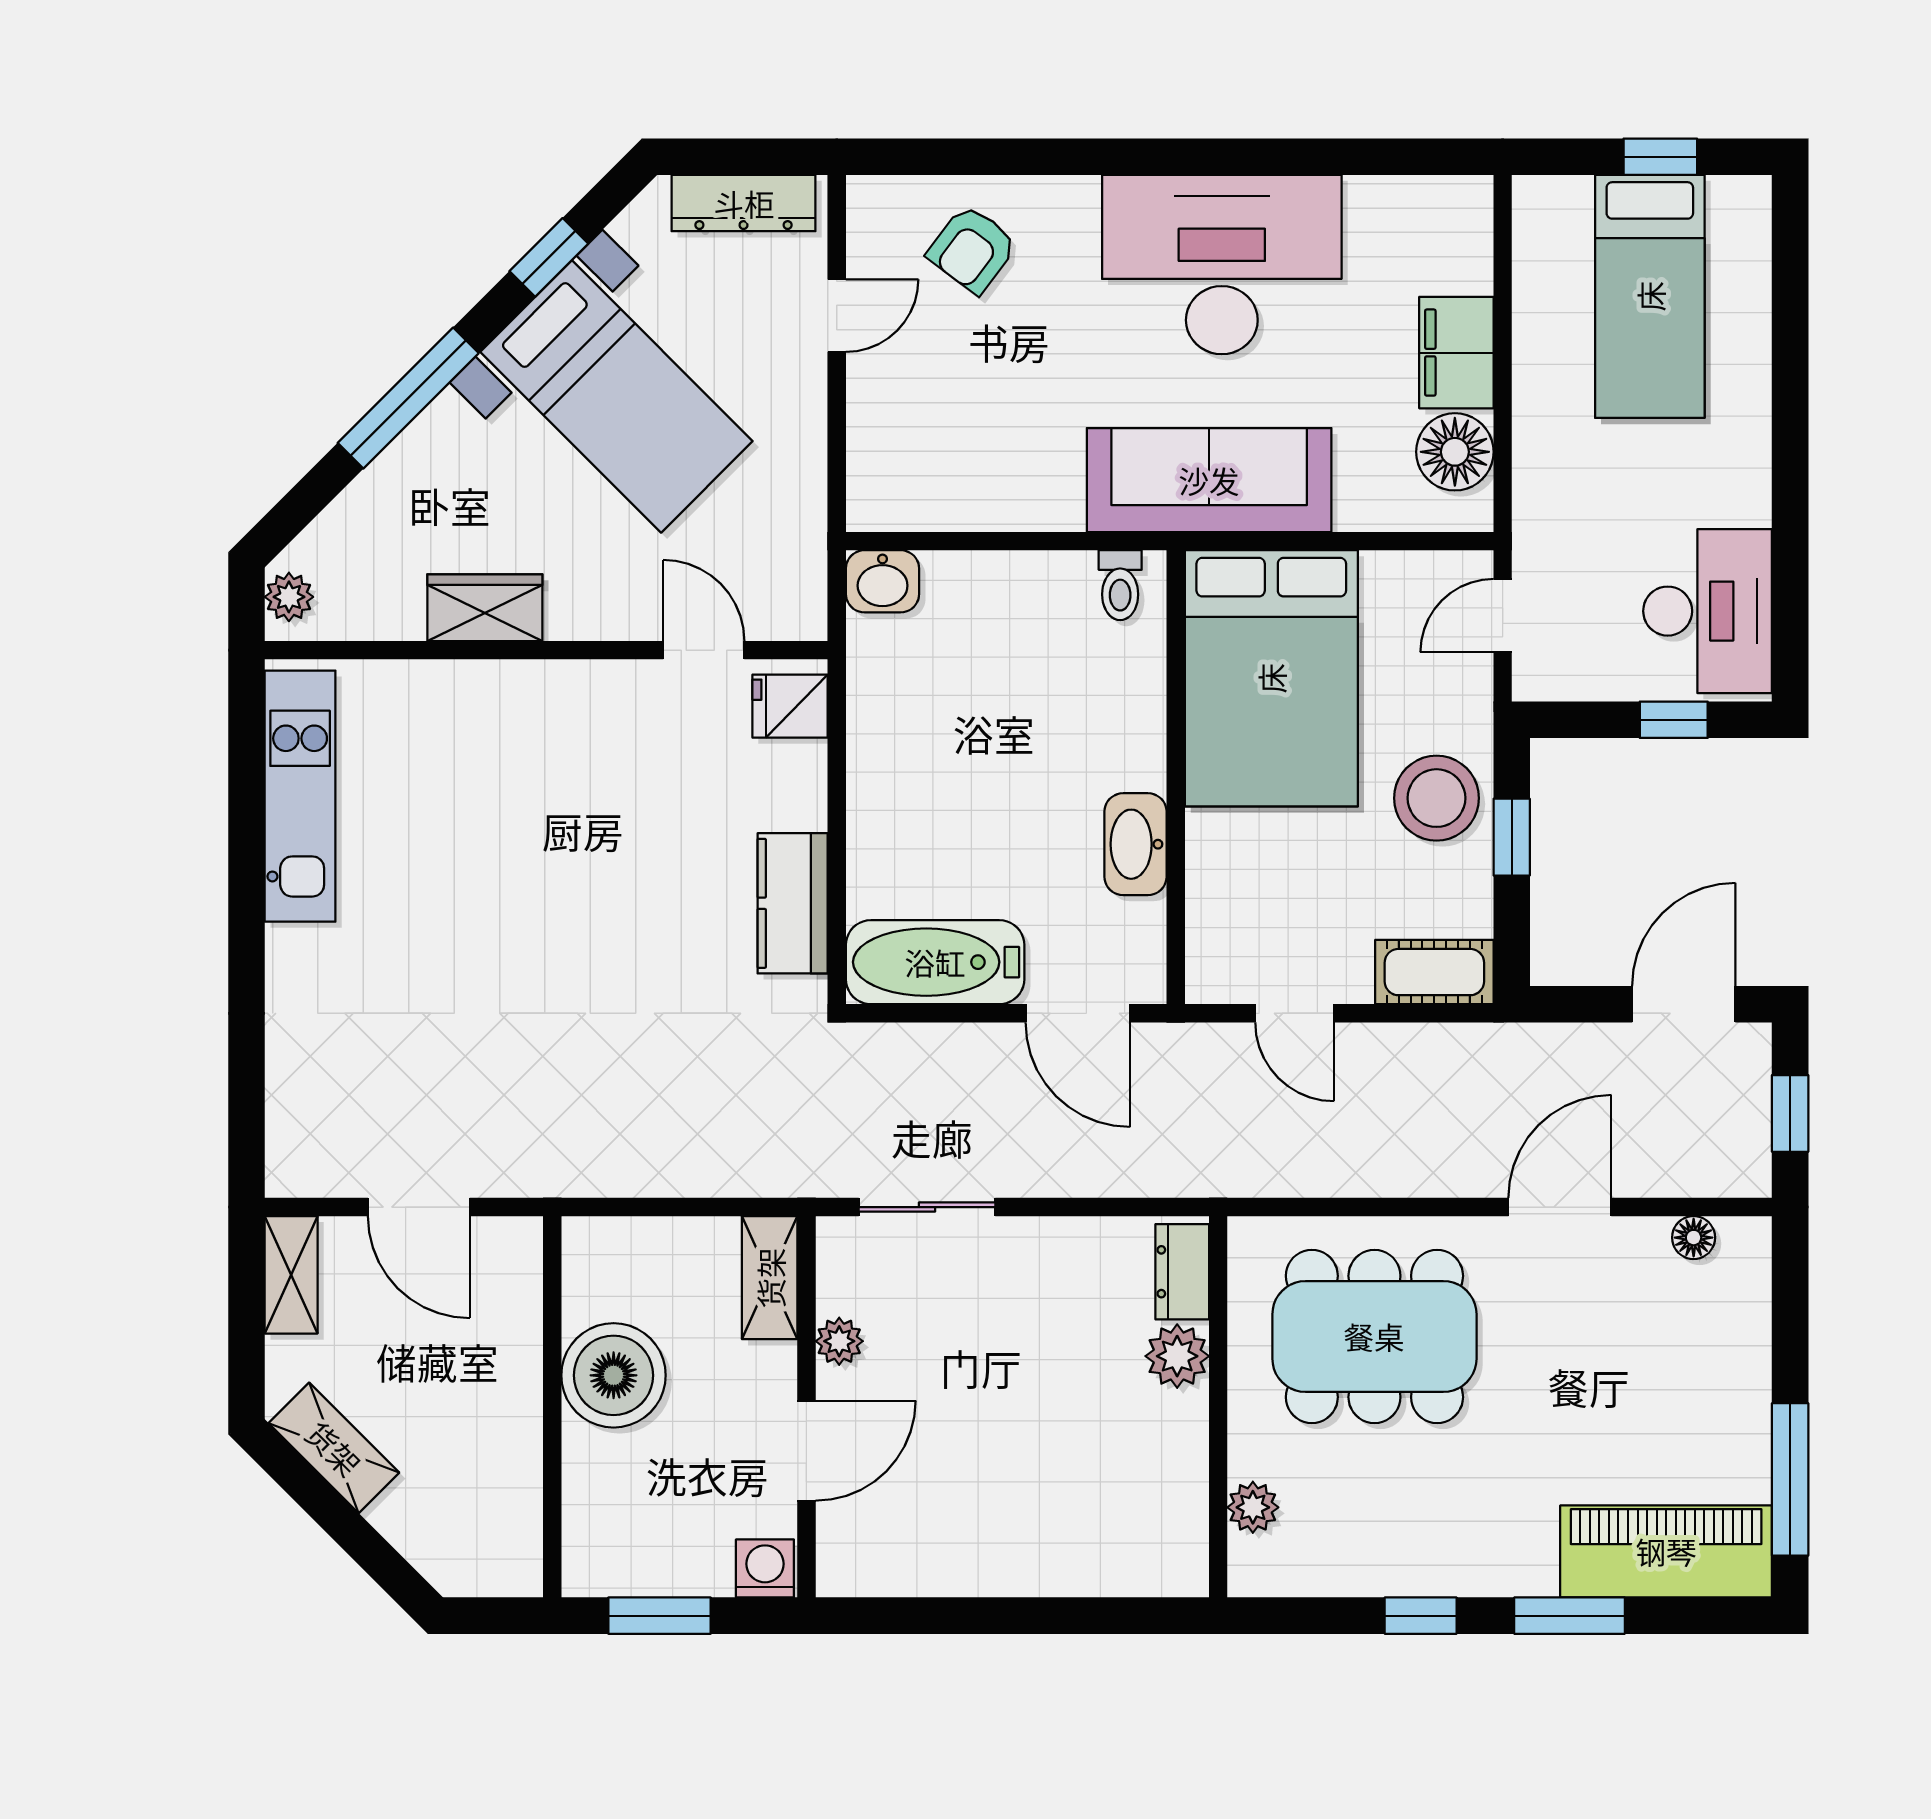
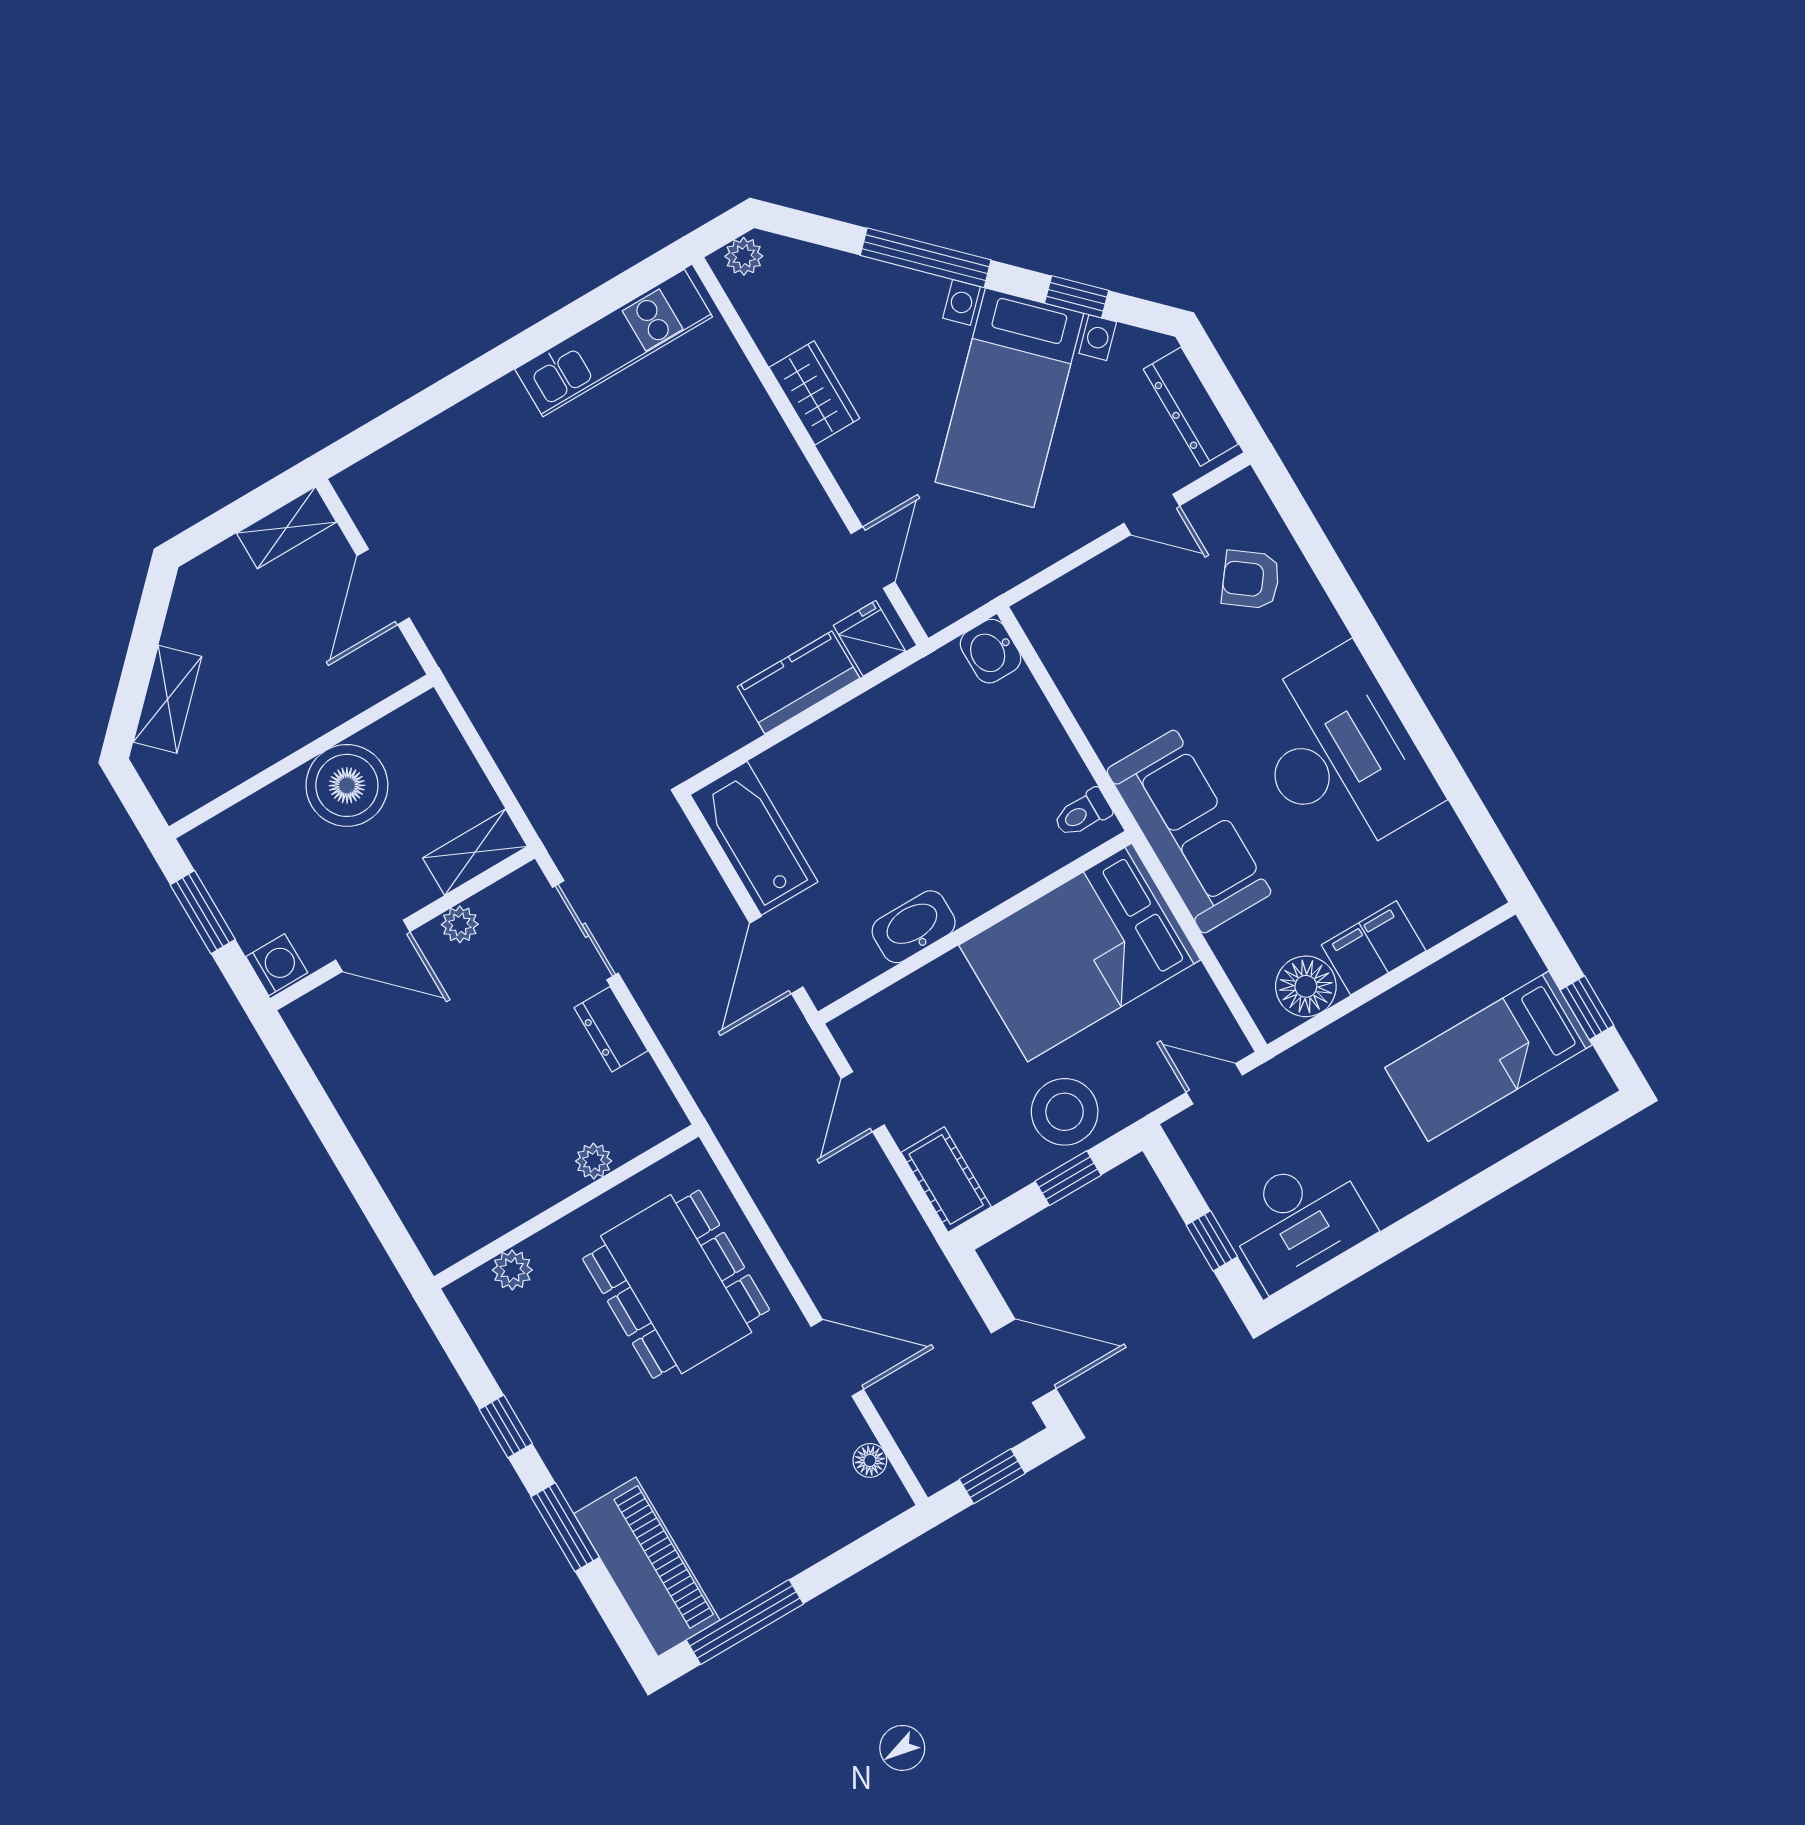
kitchen counter: (793, 903) -> (798, 682), moved
dresser: (1182, 1272) -> (611, 1029), moved, turned -90
plant: (1177, 1356) -> (594, 1161), width x0.73, depth x0.73
shelving: (334, 1448) -> (167, 699), moved

